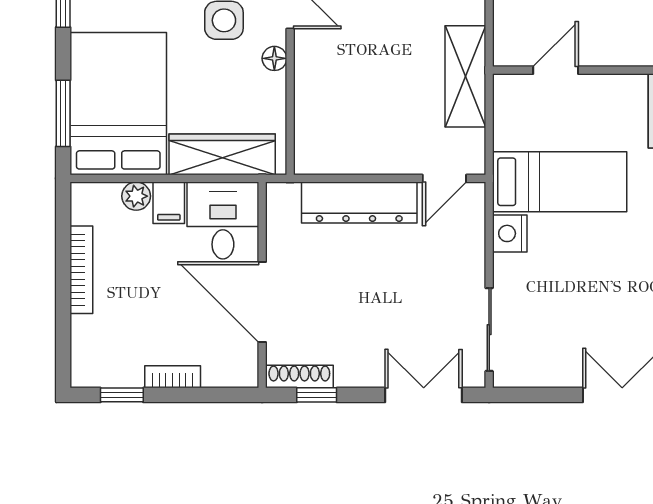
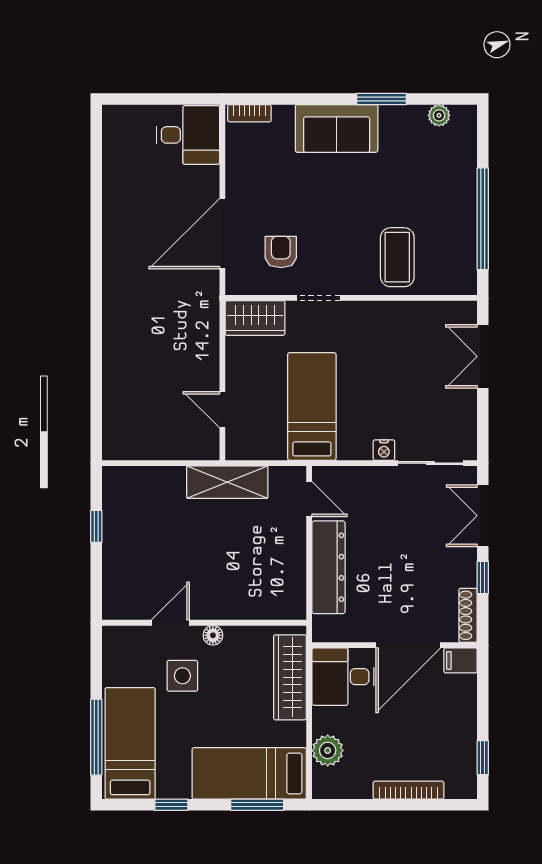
bed: (118, 104) -> (249, 773), width x0.67
plant: (136, 196) -> (328, 750), width x1.38, depth x1.38
filing cabinet: (169, 203) -> (461, 660), moved, turned 180
nightstand: (510, 233) -> (384, 450), moved, width x0.72, depth x0.74
bookcase: (81, 270) -> (409, 790), moved
bookcase: (173, 377) -> (468, 717), removed
window: (317, 395) -> (483, 578), moved

